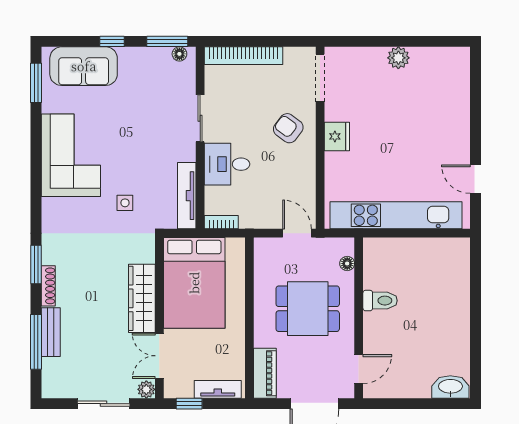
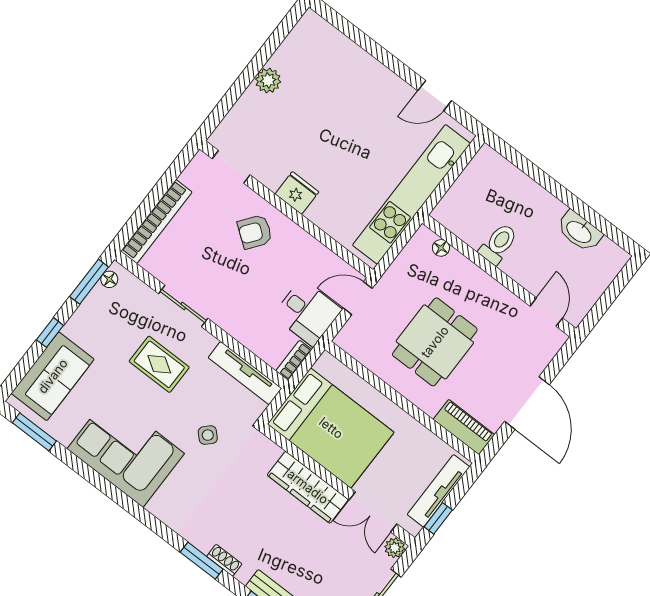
doorway: (320, 78) -> (231, 167), width x0.73
rug: (148, 133) -> (159, 364), added
desk: (227, 164) -> (307, 313), moved, turned -90
side table: (125, 203) -> (208, 435), turned 45
floor lamp: (347, 264) -> (441, 248), moved
shoe rack: (48, 286) -> (224, 560), width x0.70
toilet: (380, 301) -> (498, 244), moved
wall: (359, 318) -> (499, 276), moved
door: (359, 369) -> (546, 312), moved
washbasin: (450, 387) -> (579, 231), moved, turned -90
tv unit: (218, 389) -> (439, 491), width x1.41

